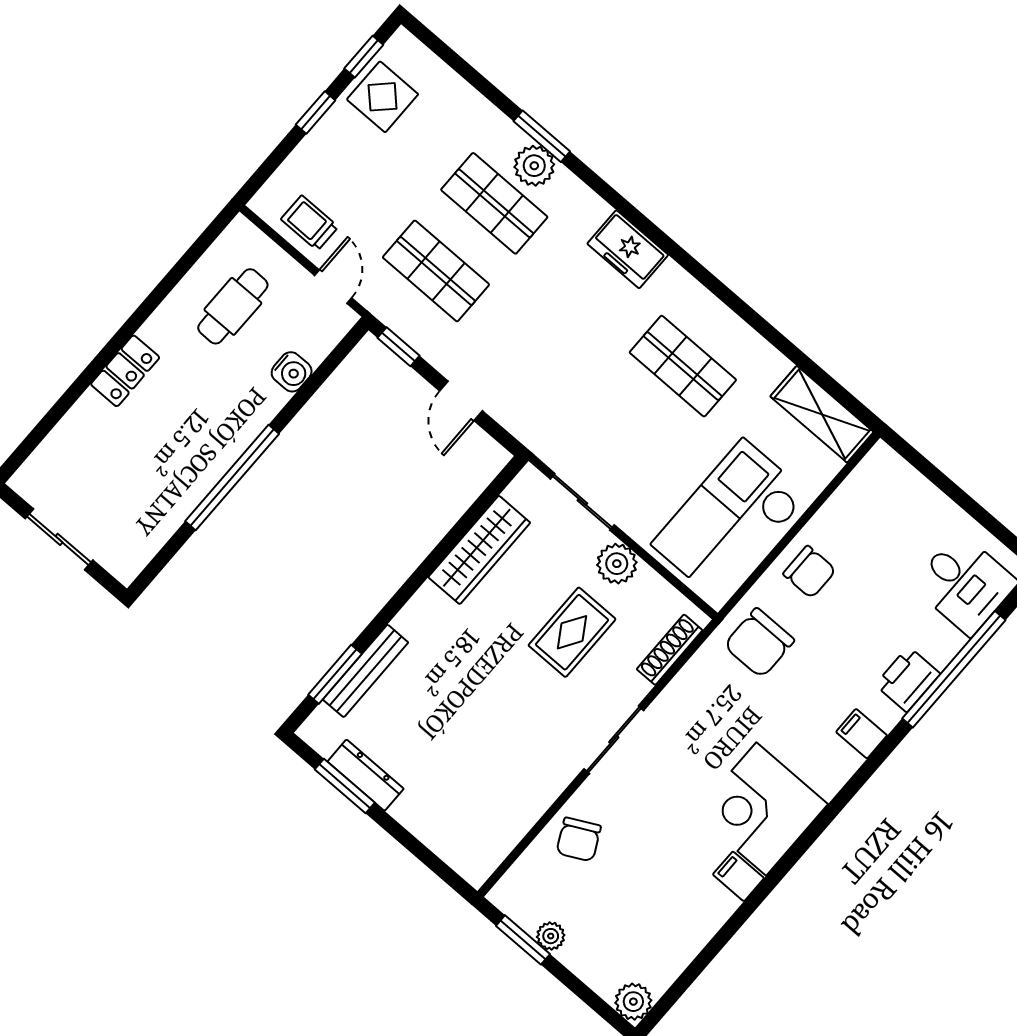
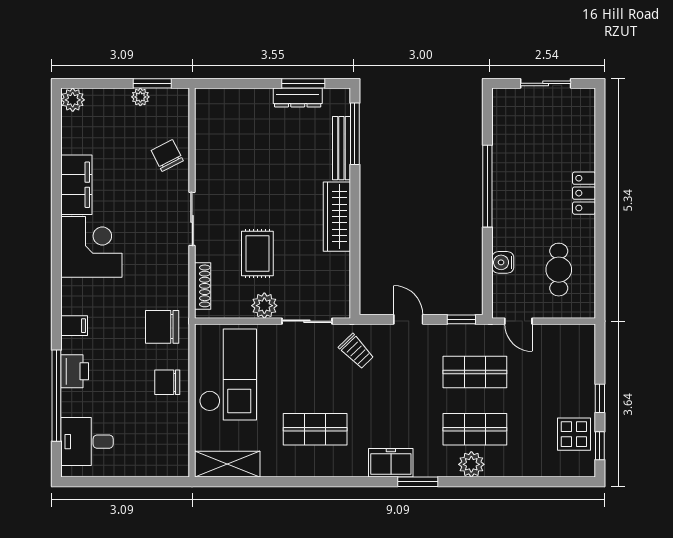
window: (542, 136) -> (418, 482), moved
trolley: (310, 223) -> (356, 351), moved, turned 46
wardrobe: (479, 550) -> (337, 217), moved
chair: (759, 643) -> (162, 327), turned -90
window: (335, 674) -> (355, 134), width x1.44
filing cabinet: (738, 876) -> (76, 185), width x3.00, depth x1.17

